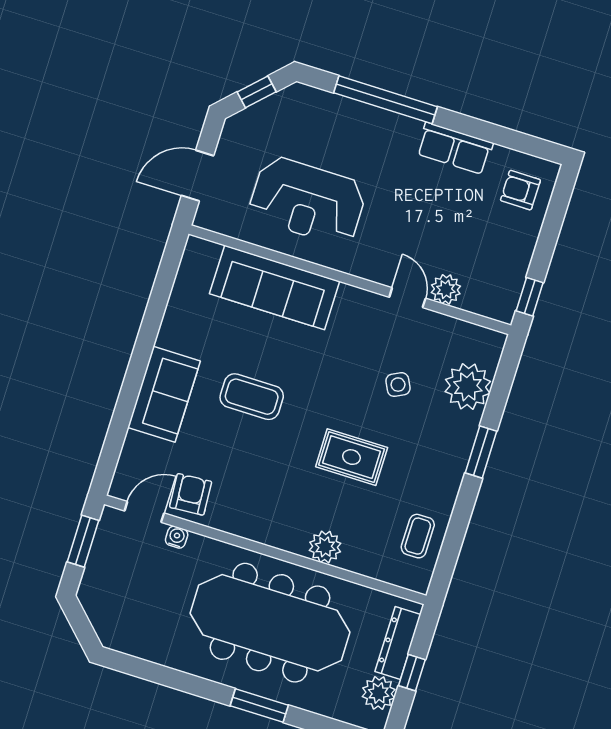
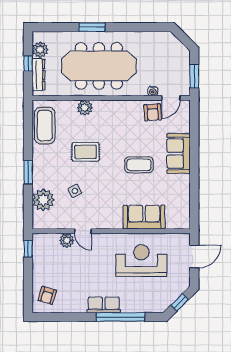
row of seats: (455, 148) -> (104, 305), moved
armchair: (520, 190) -> (47, 295), turned 106
sofa: (275, 287) -> (144, 217), width x0.73
coffee table: (418, 536) -> (45, 126), width x1.86, depth x1.72

